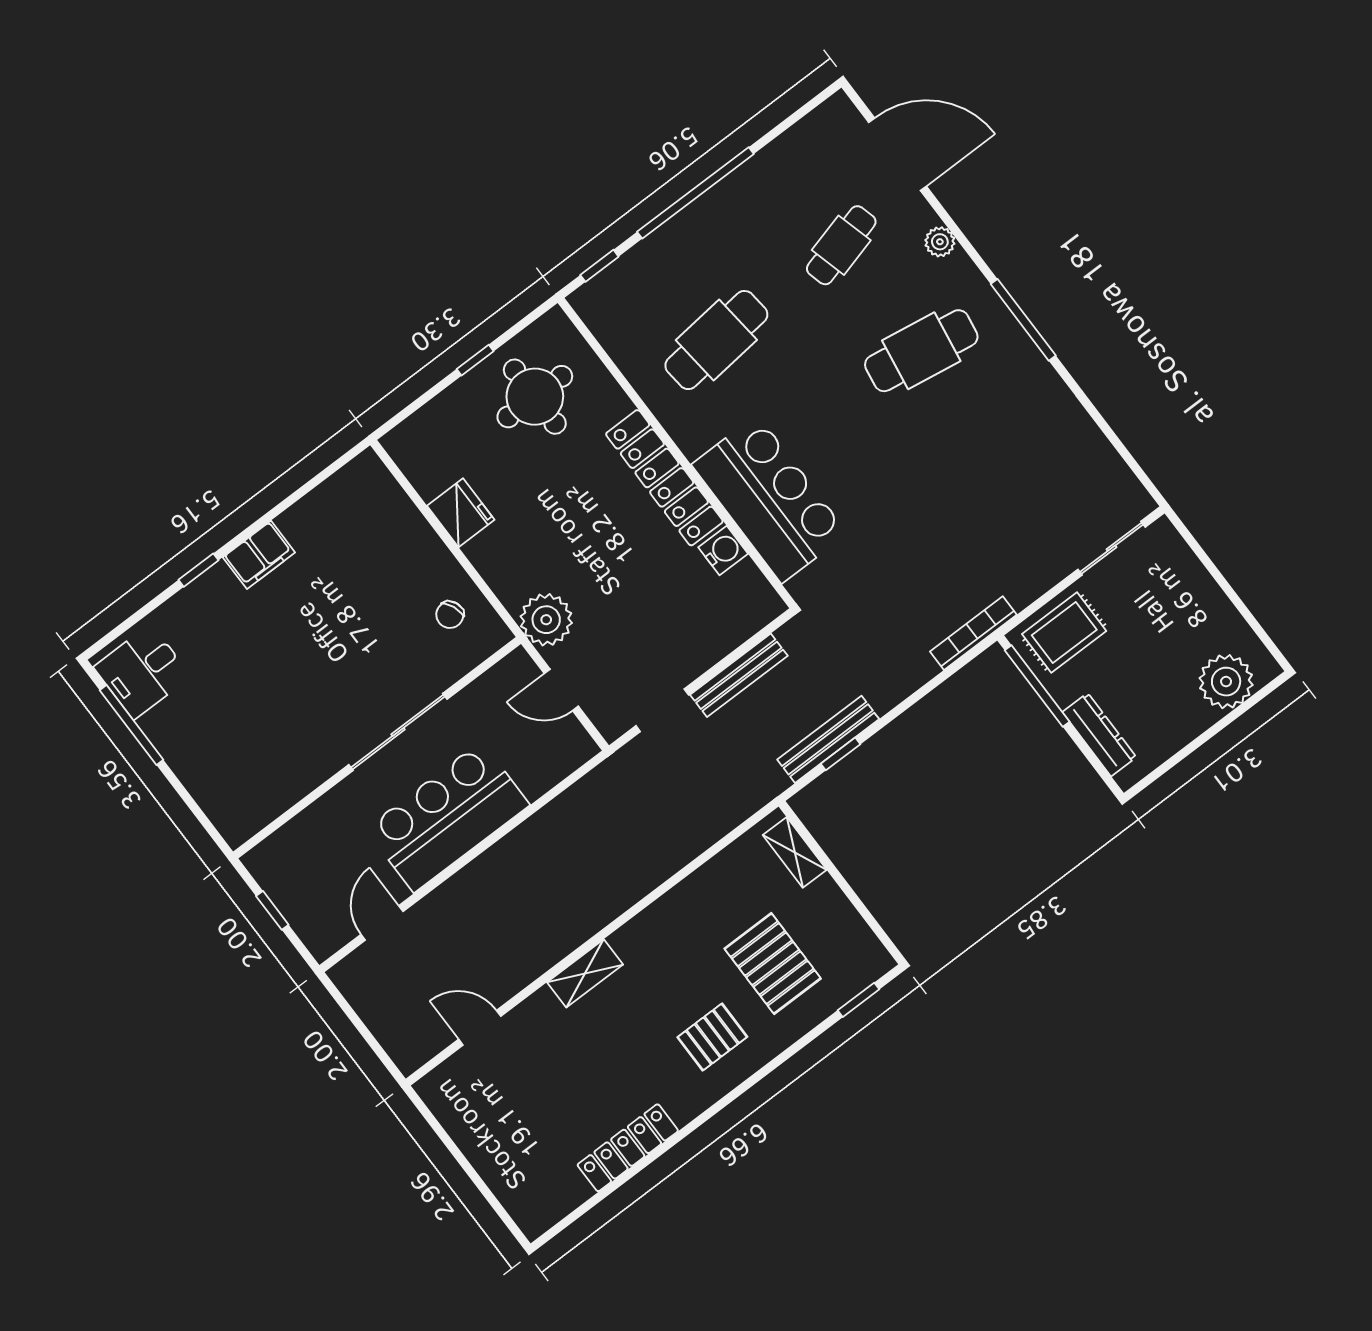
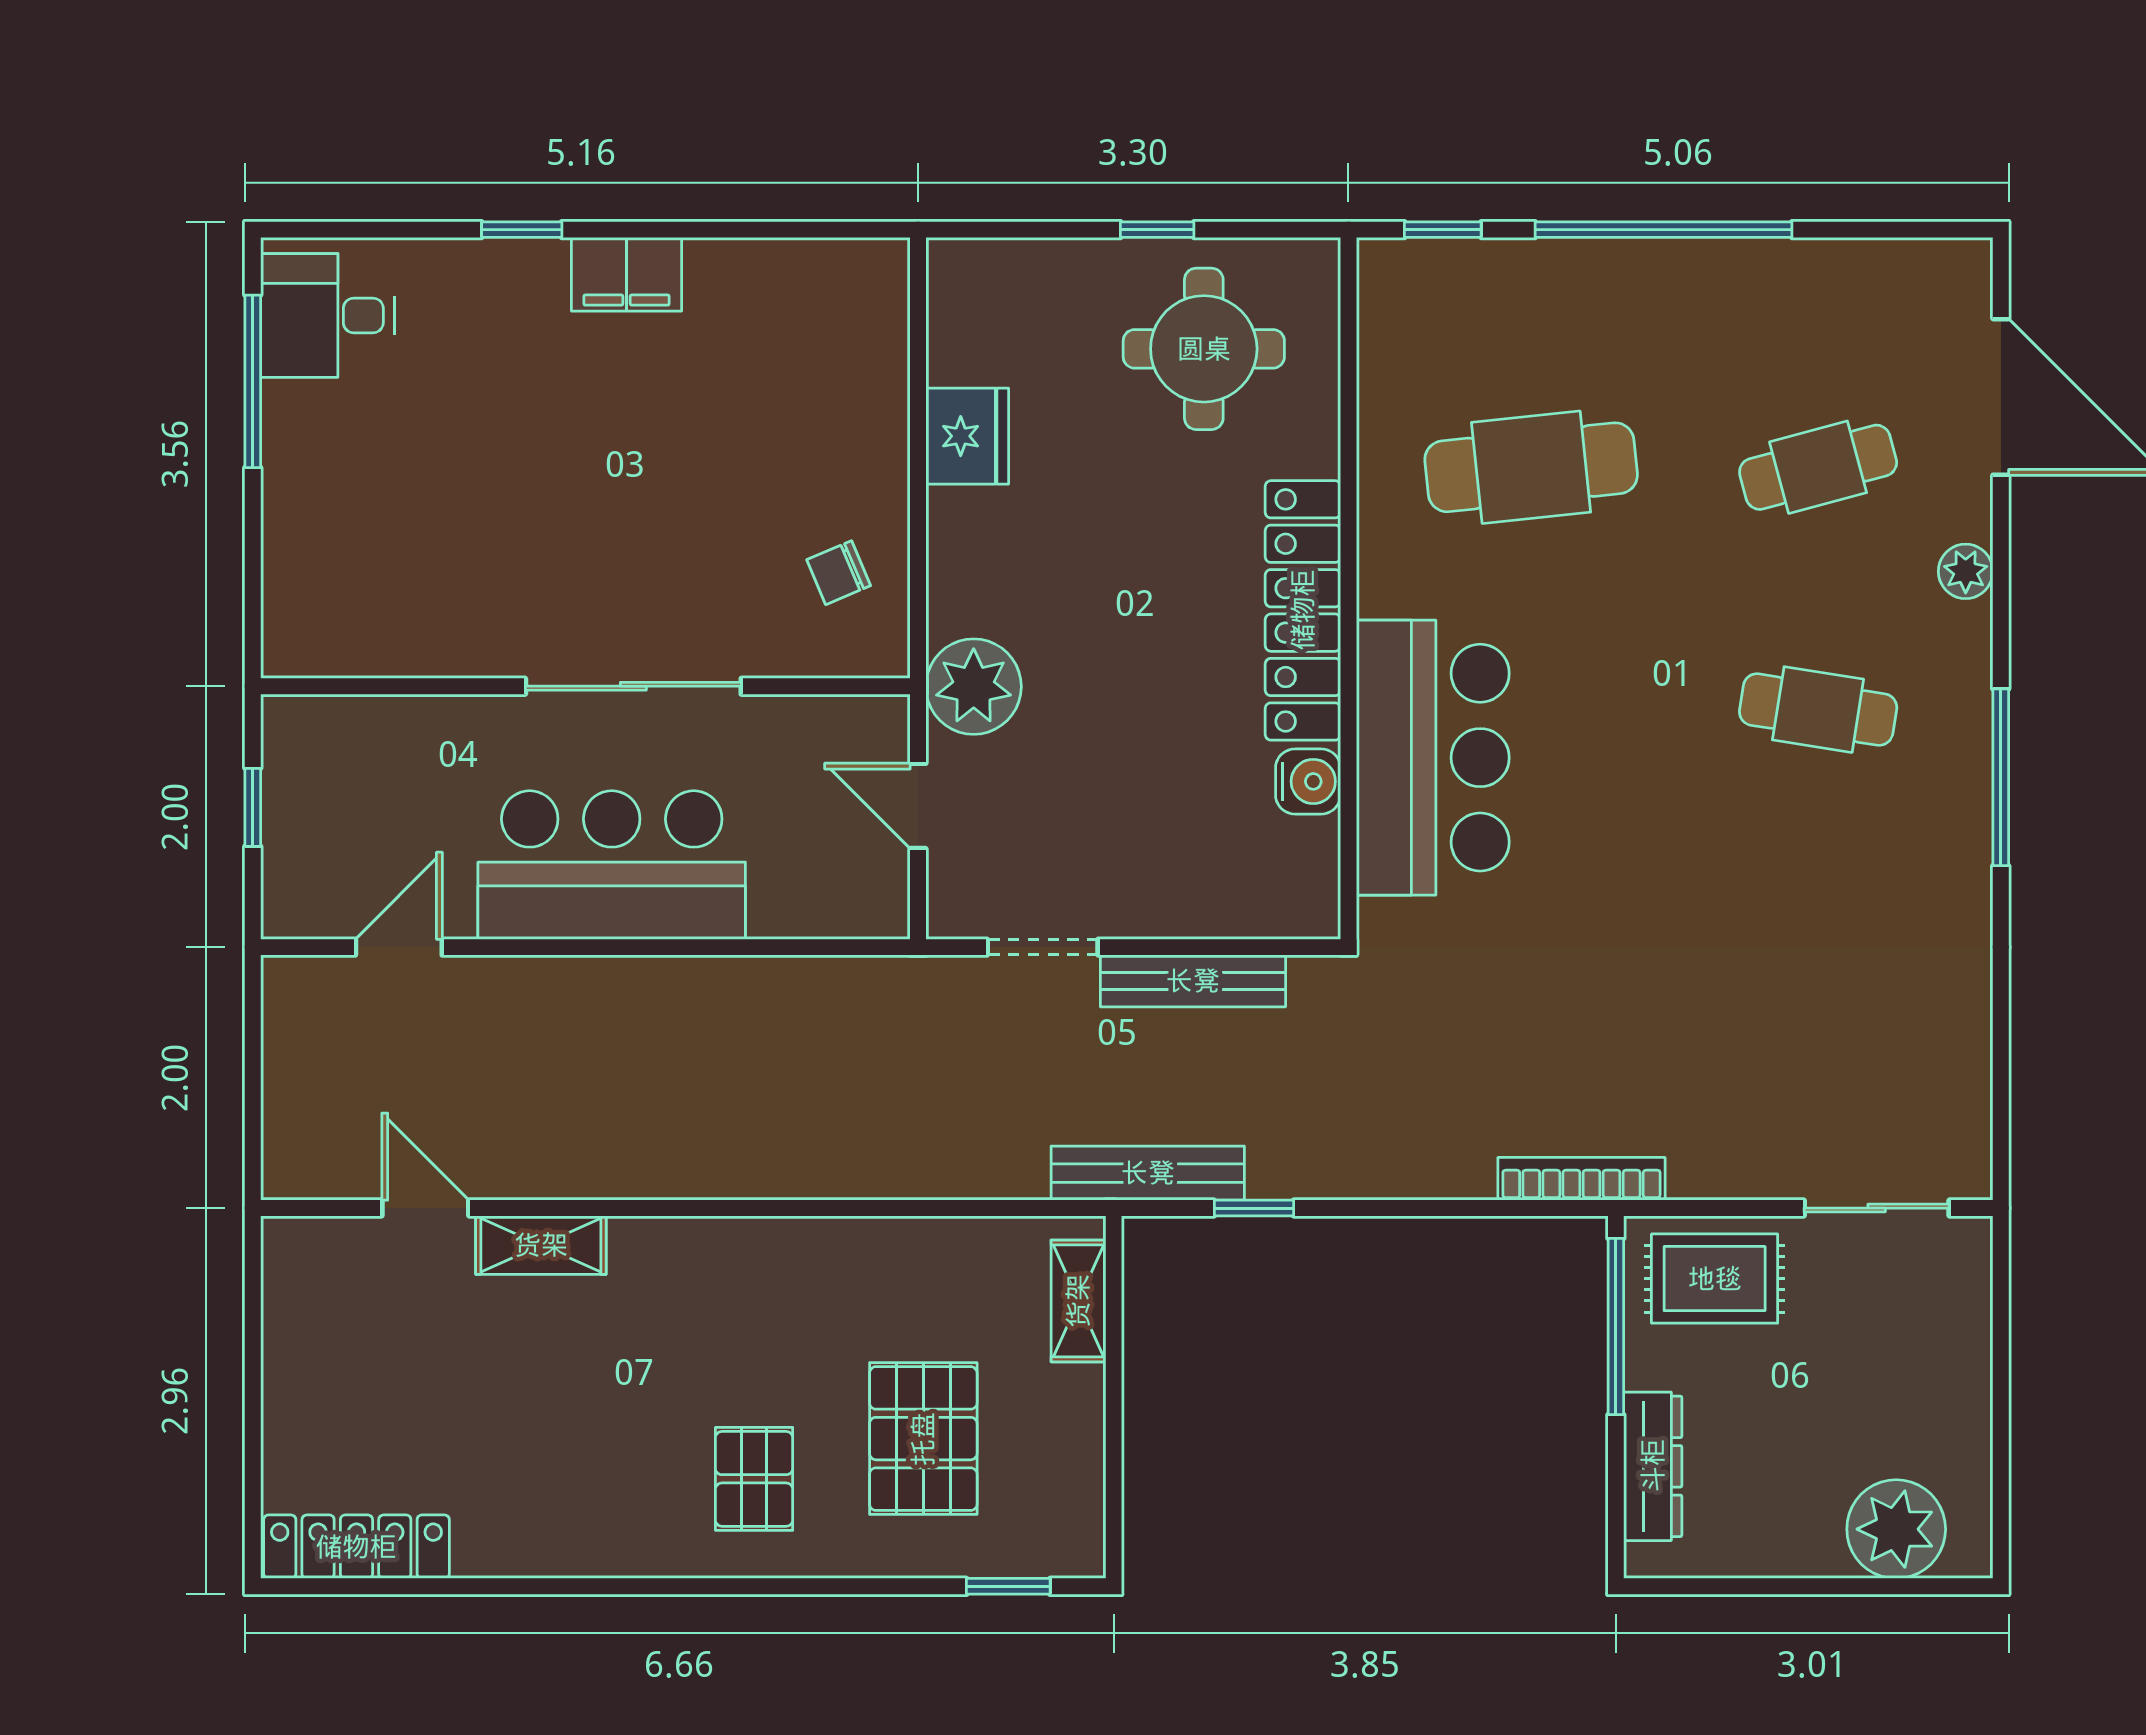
cafe table: (921, 351) -> (1818, 710), width x0.73, depth x0.74
bench: (828, 739) -> (1148, 1173), moved
shelving: (585, 973) -> (541, 1245), moved
pallet: (712, 1037) -> (754, 1479), turned 90
locker: (628, 1148) -> (356, 1547), moved

